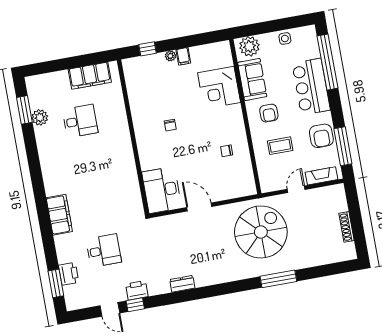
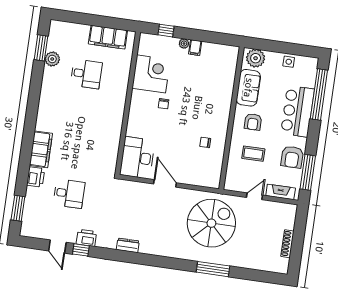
corner desk: (219, 88) -> (151, 74), moved, turned 180
printer: (69, 274) -> (36, 177), moved

